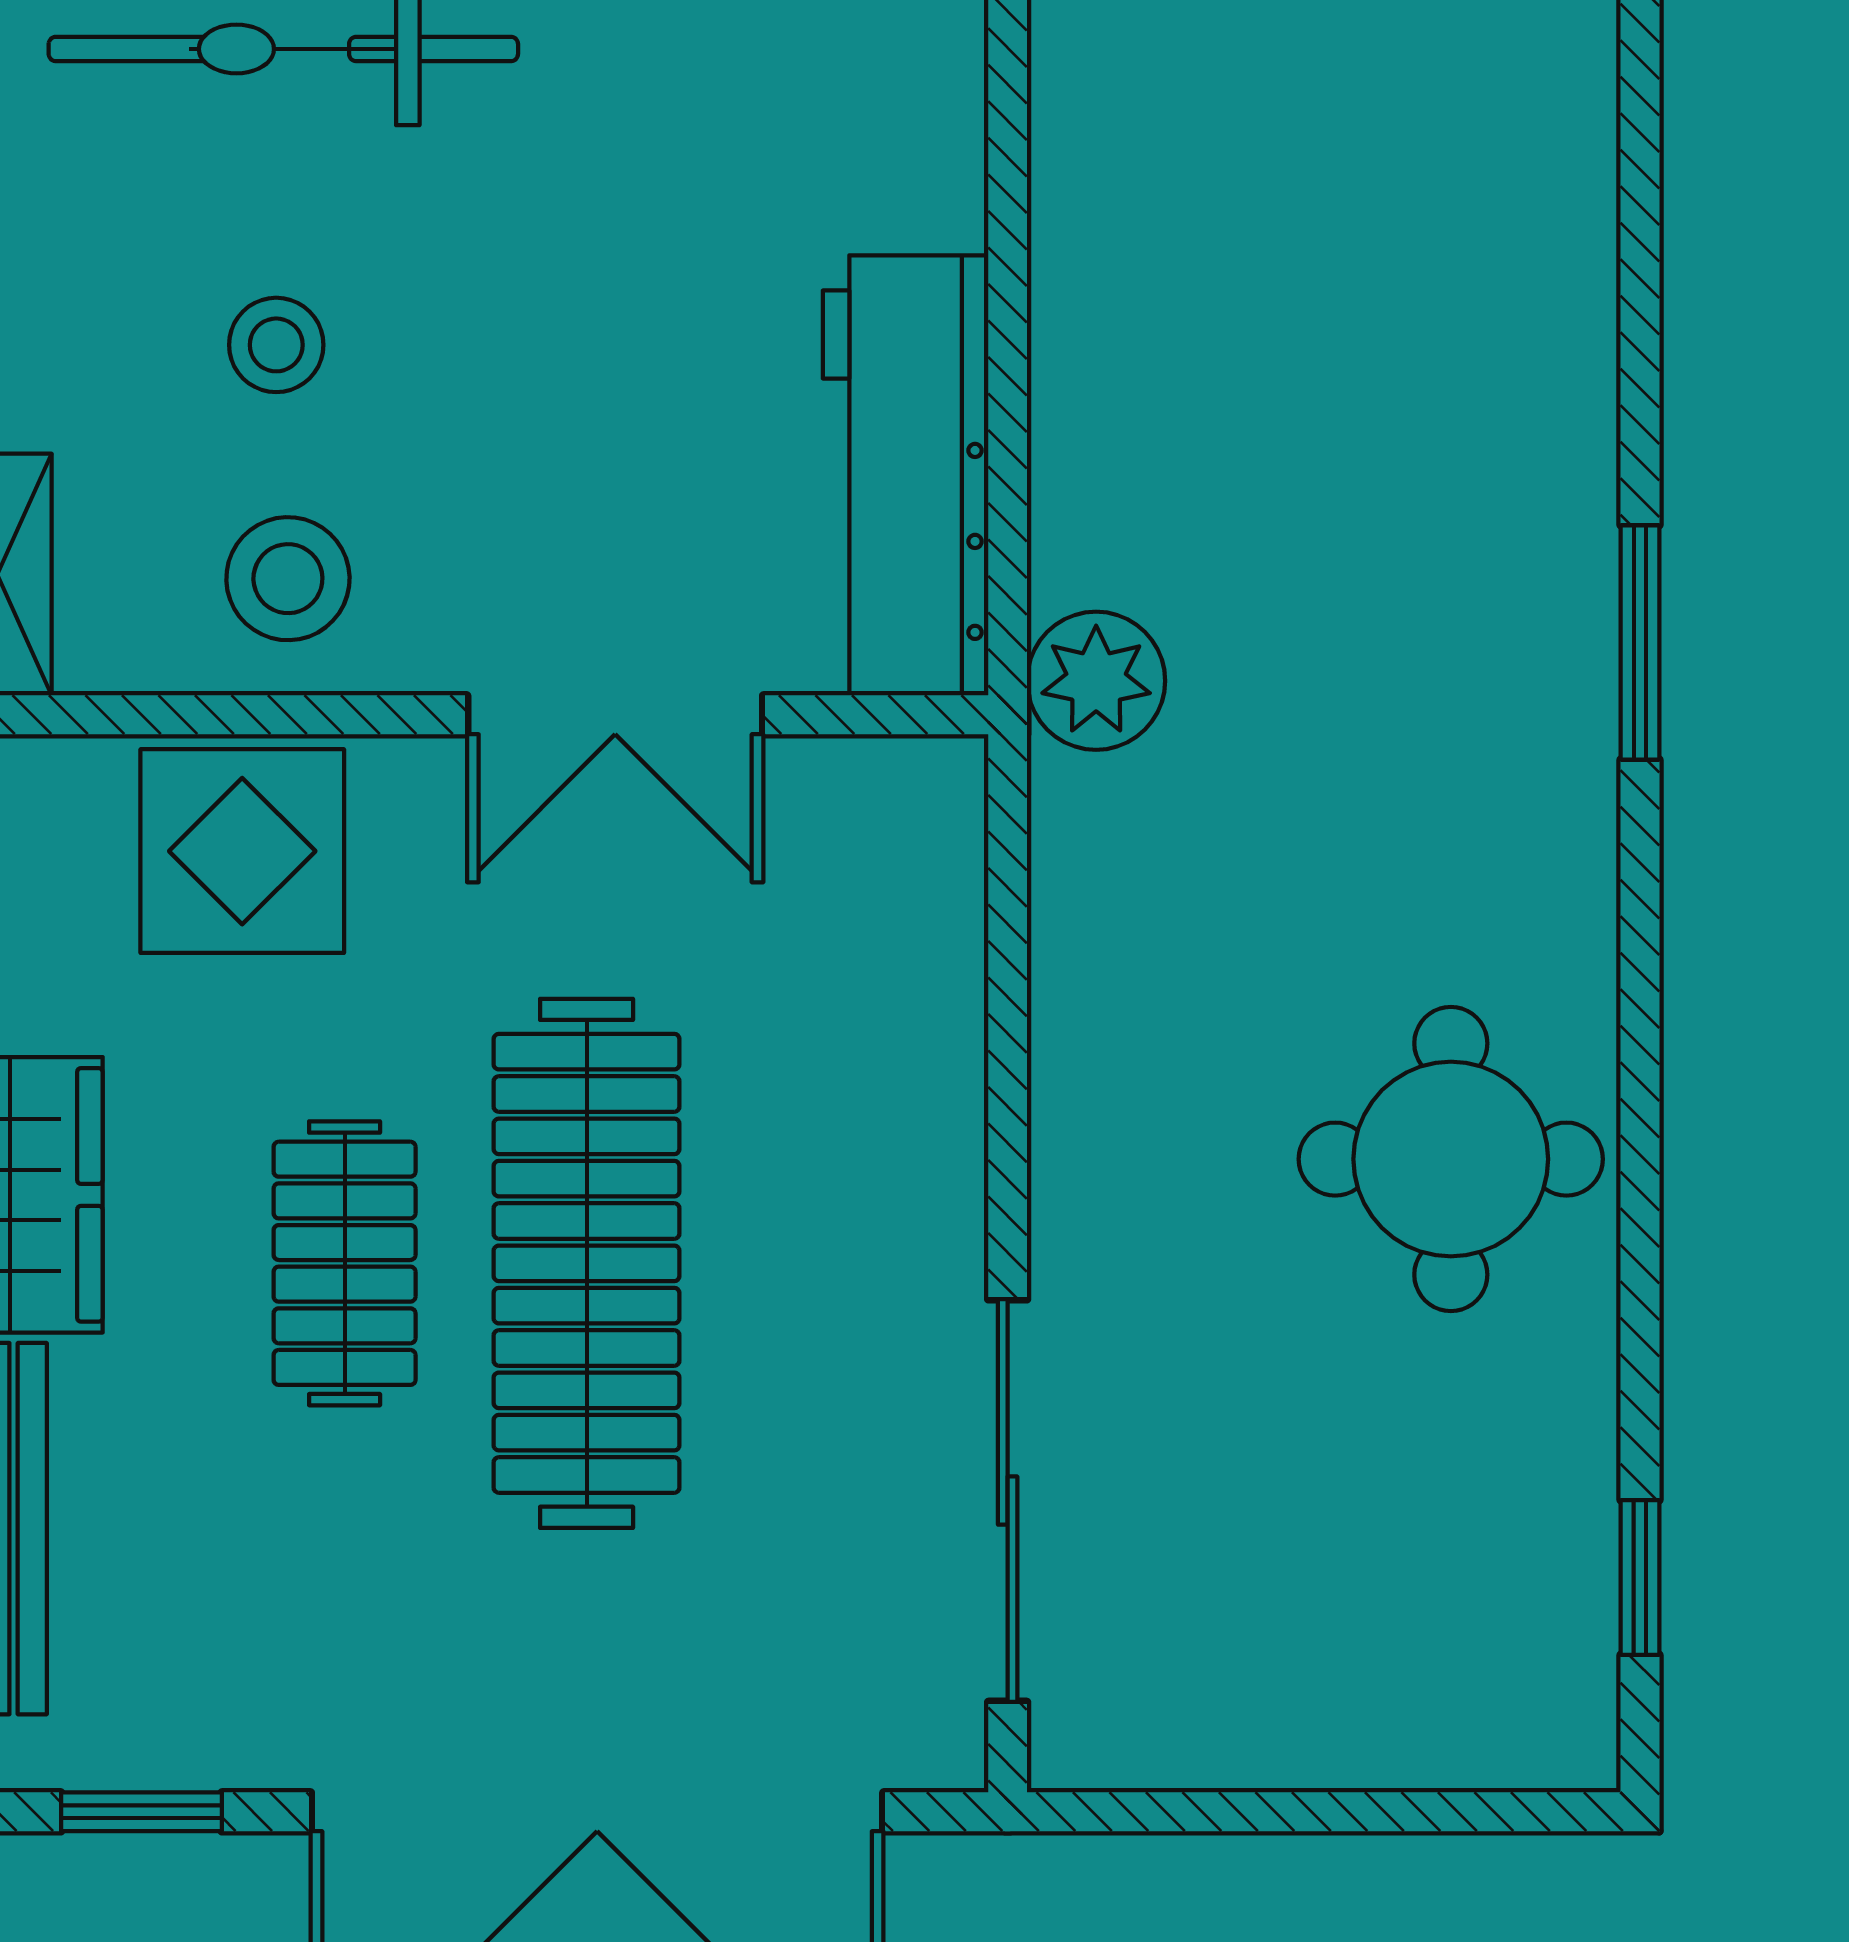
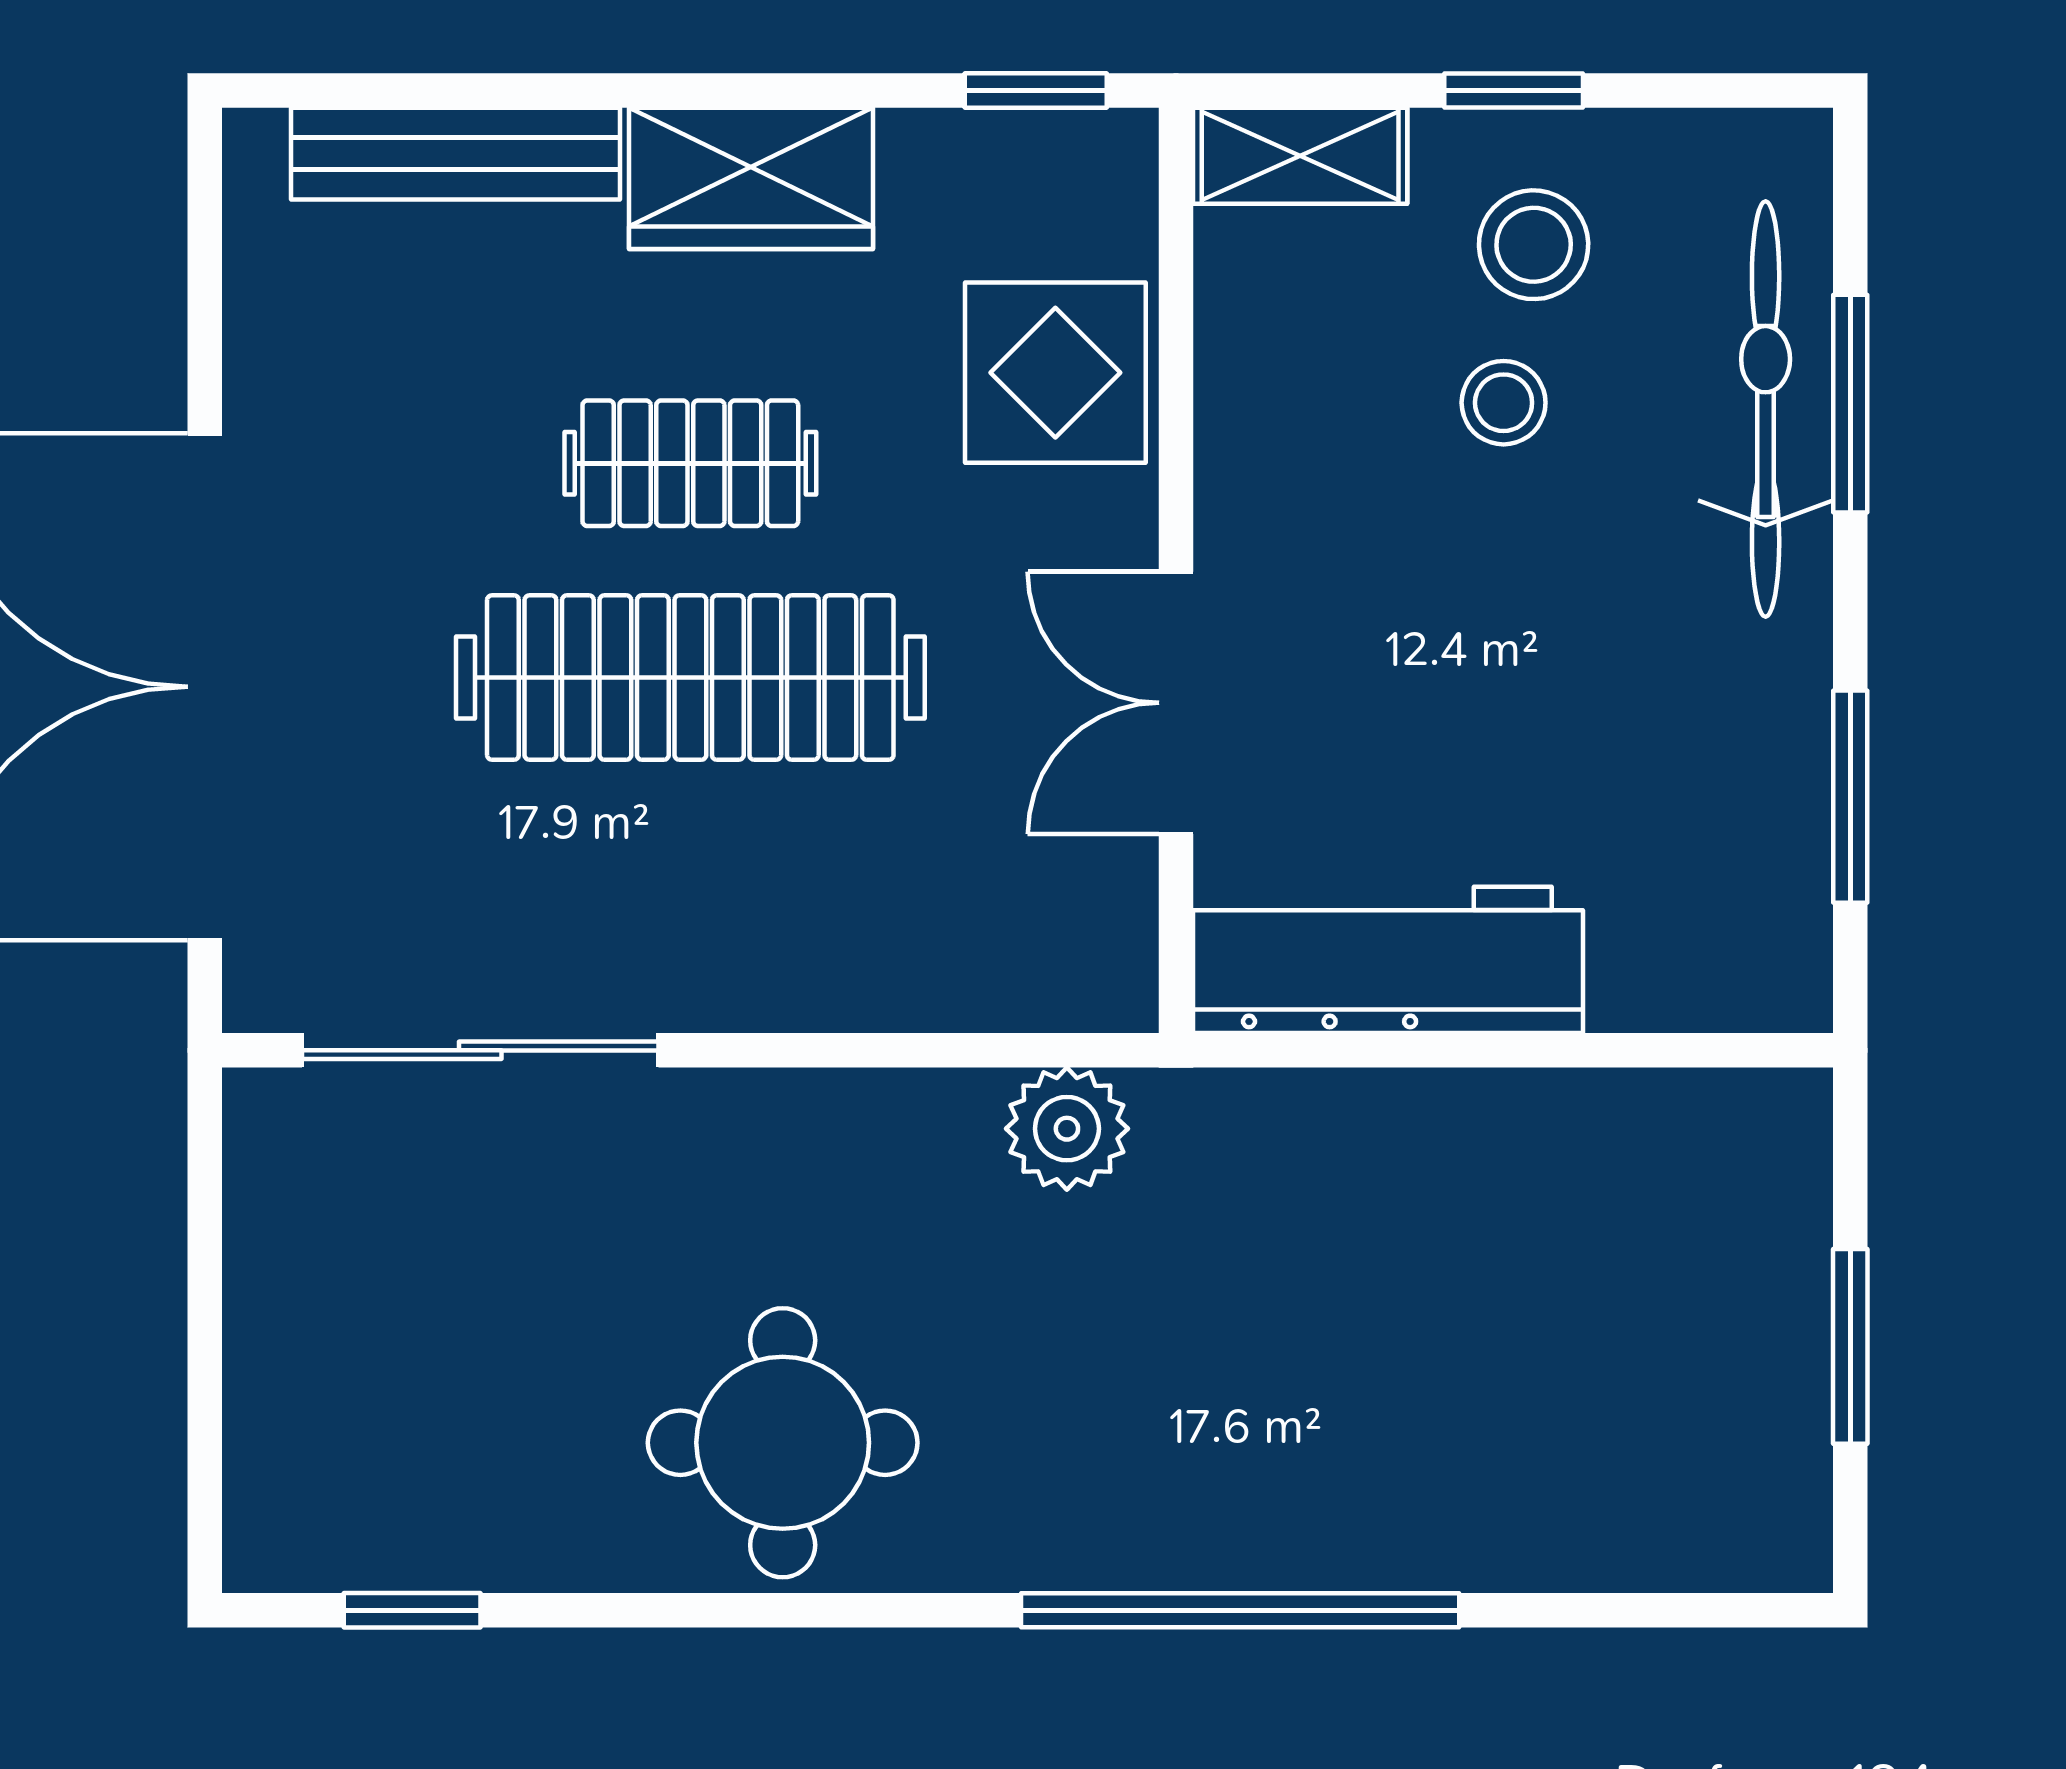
stool: (288, 579) -> (1534, 245), moved
window: (1640, 642) -> (1240, 1610), width x2.11
plant: (1096, 681) -> (1067, 1129), moved
window: (141, 1812) -> (205, 283), removed

